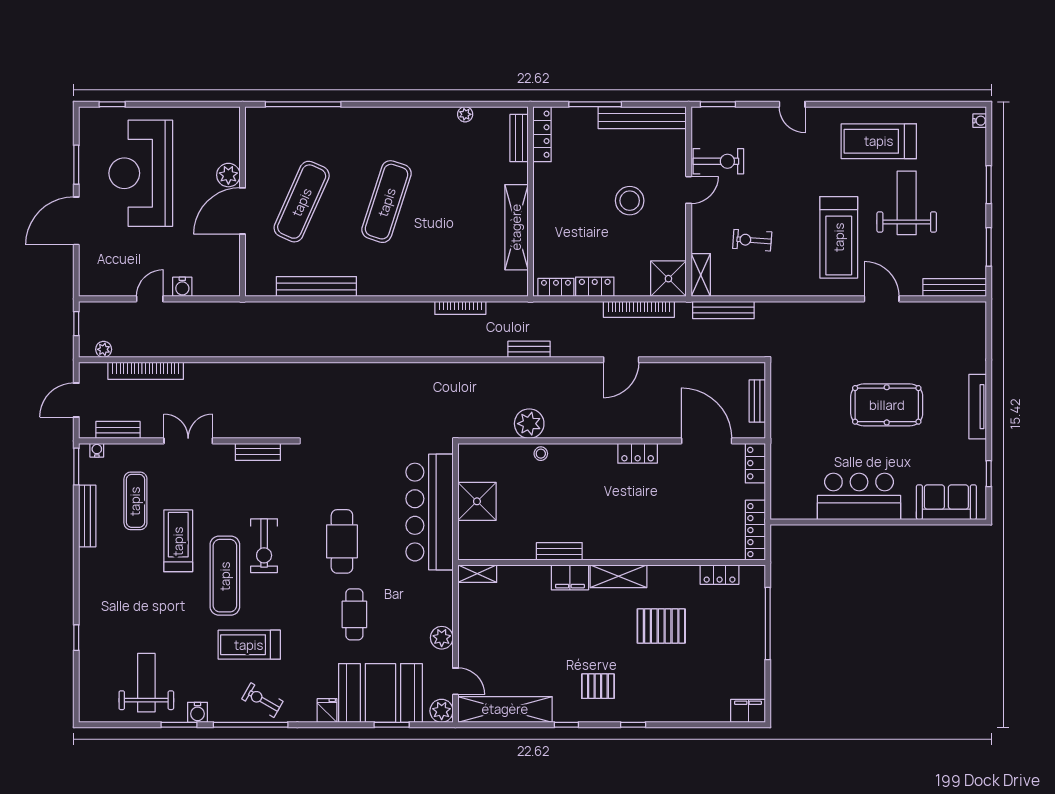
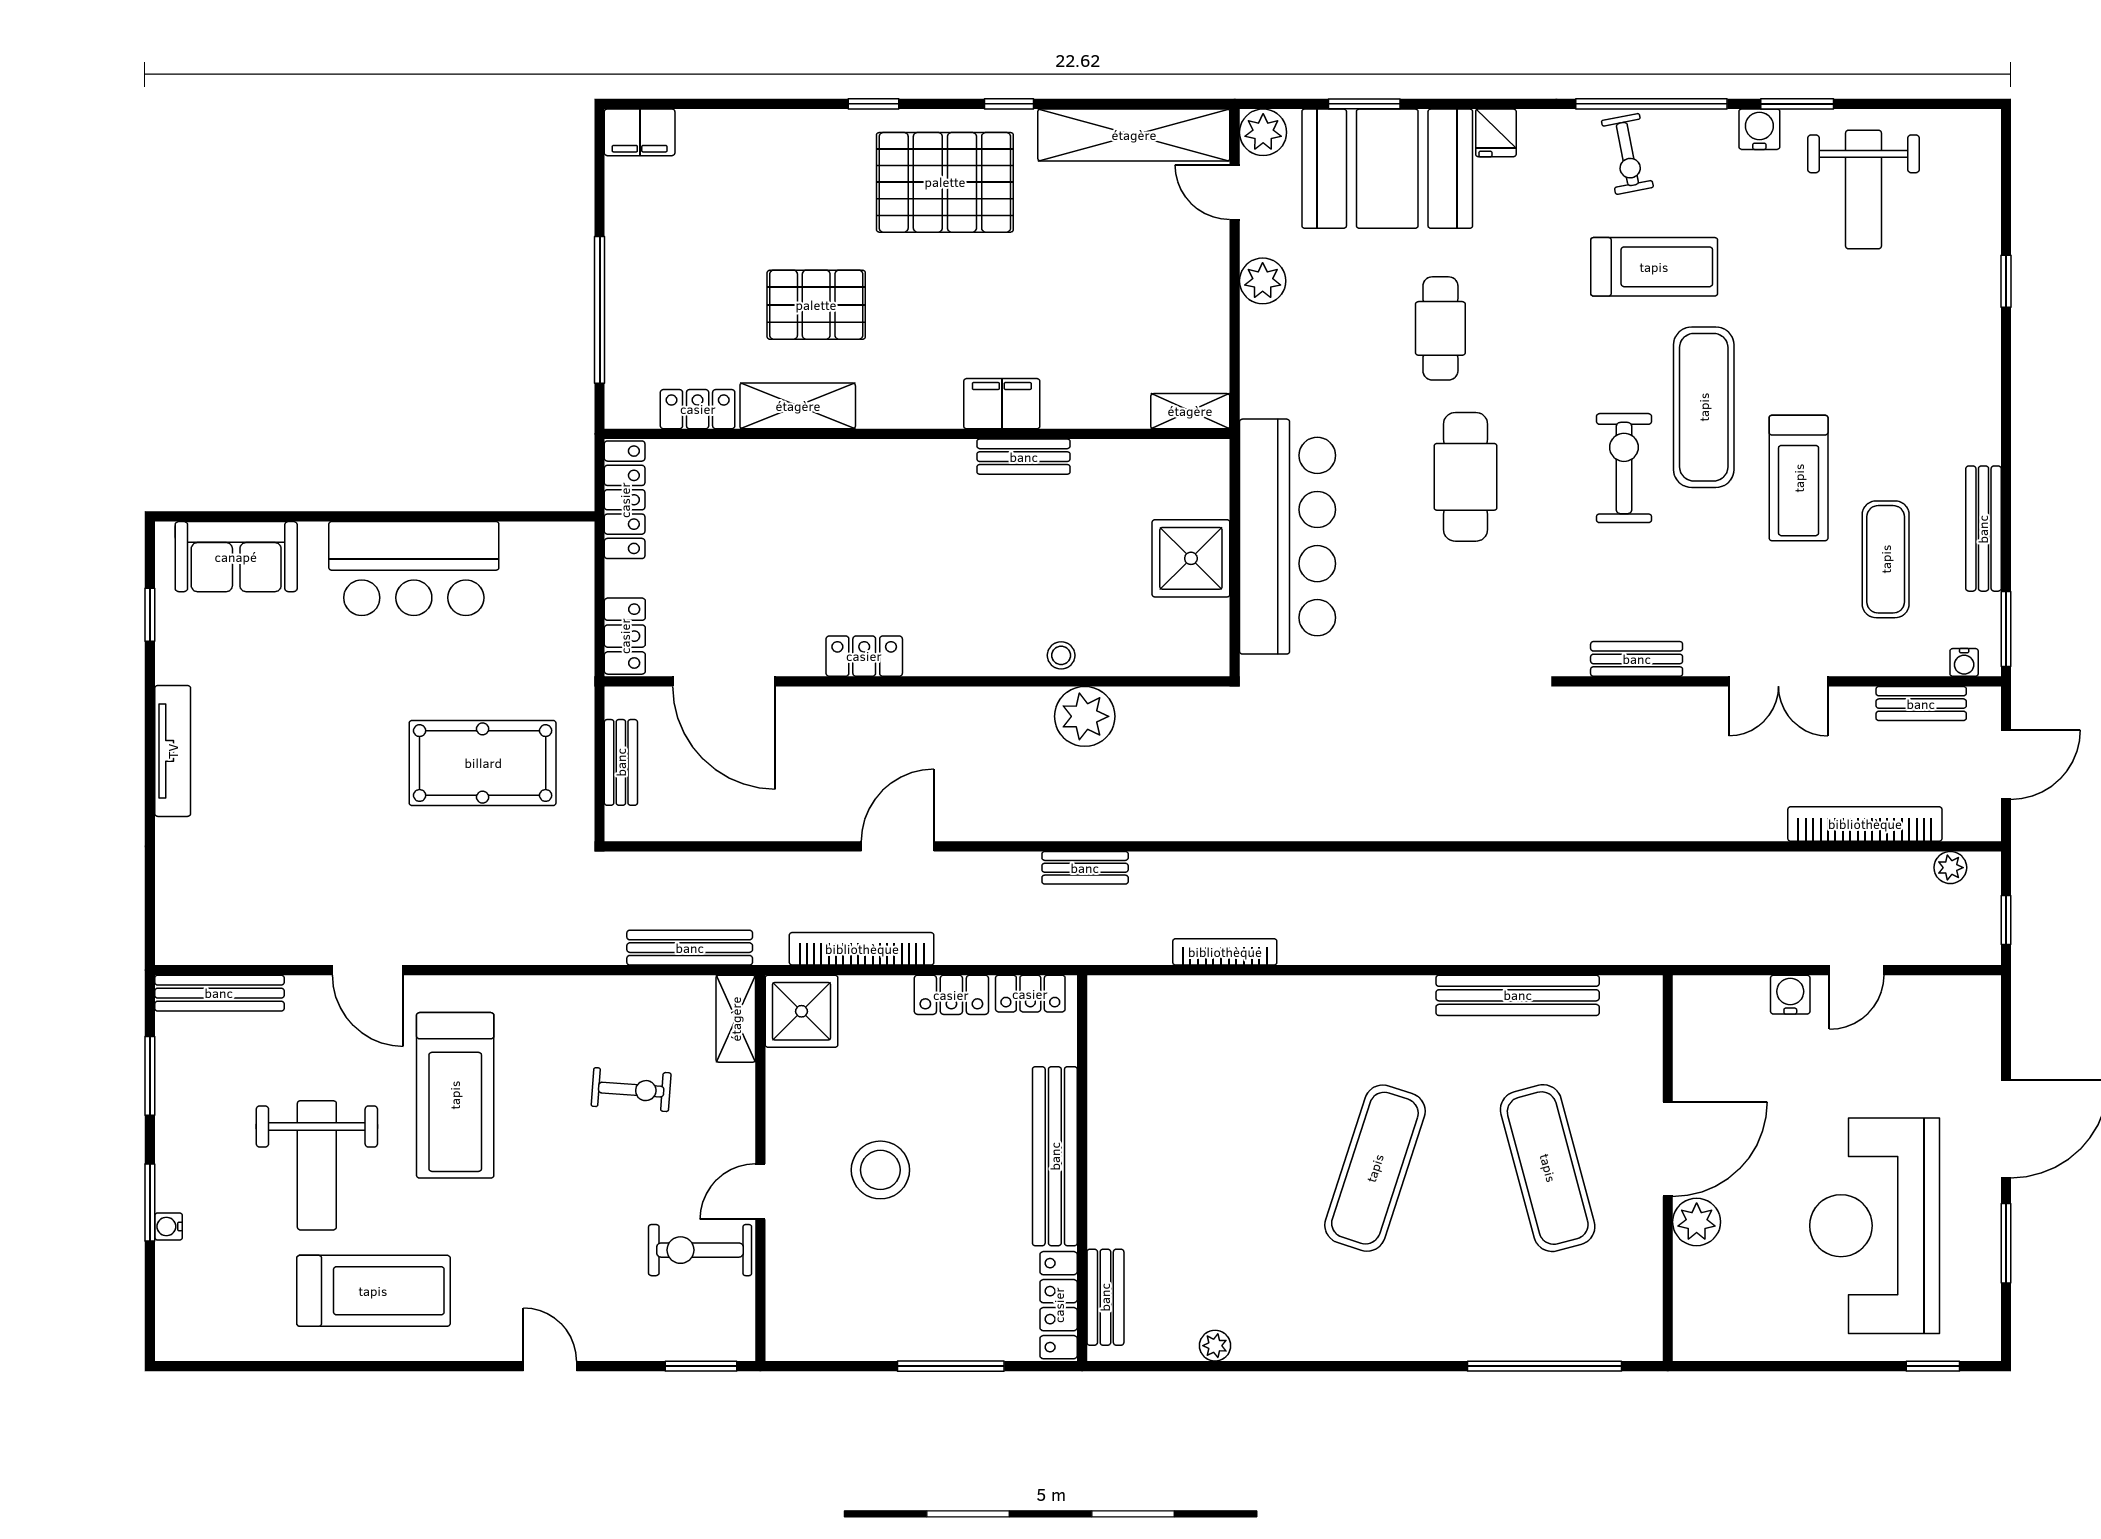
bench: (642, 118) -> (1055, 1156), moved, turned 90
water cooler: (980, 121) -> (169, 1226), moved
reception desk: (141, 173) -> (1875, 1226), turned 180
exercise mat: (302, 202) -> (1548, 1168), turned -39
shelving: (516, 227) -> (1111, 1116), removed
treadmill: (839, 237) -> (455, 1095), turned 180
pool table: (887, 405) -> (483, 763), moved
shelving: (619, 576) -> (798, 406), moved
pallet: (598, 686) -> (945, 182), width x2.05, depth x2.00
exercise bike: (262, 700) -> (1627, 154), turned 49

